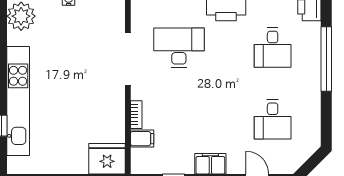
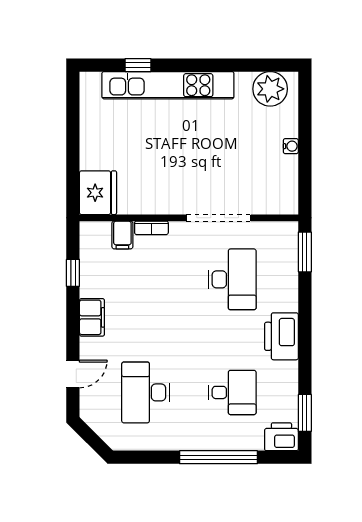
desk: (273, 48) -> (232, 392), turned 180
desk: (273, 119) -> (146, 392), width x1.37

